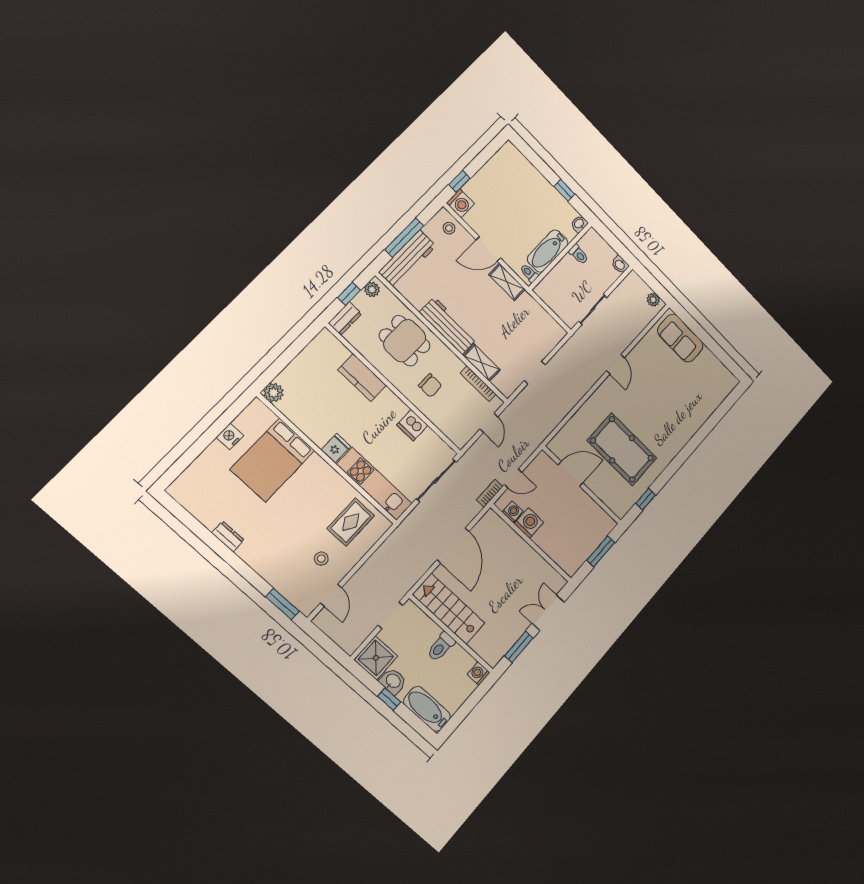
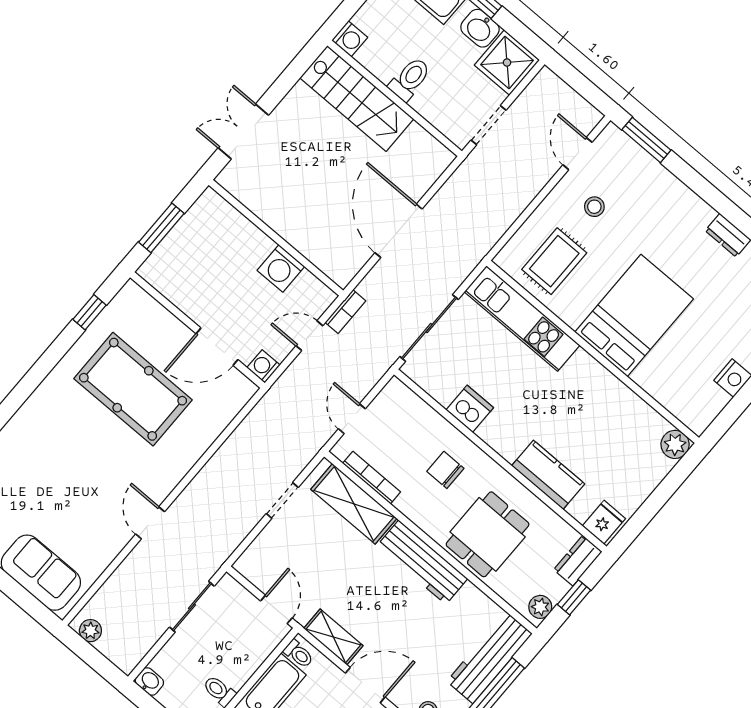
door: (542, 303) -> (276, 609), added
dining table: (405, 341) -> (488, 534), turned 90
shelving: (482, 363) -> (354, 504), width x1.50, depth x1.33
fridge: (336, 448) -> (604, 522), moved, turned 180
bed: (273, 460) -> (634, 315), moved
washing machine: (513, 512) -> (263, 366), moved, turned 90
stairs: (449, 609) -> (357, 98), moved
double door: (548, 613) -> (243, 131), swing flipped
window: (519, 647) -> (288, 79), removed

